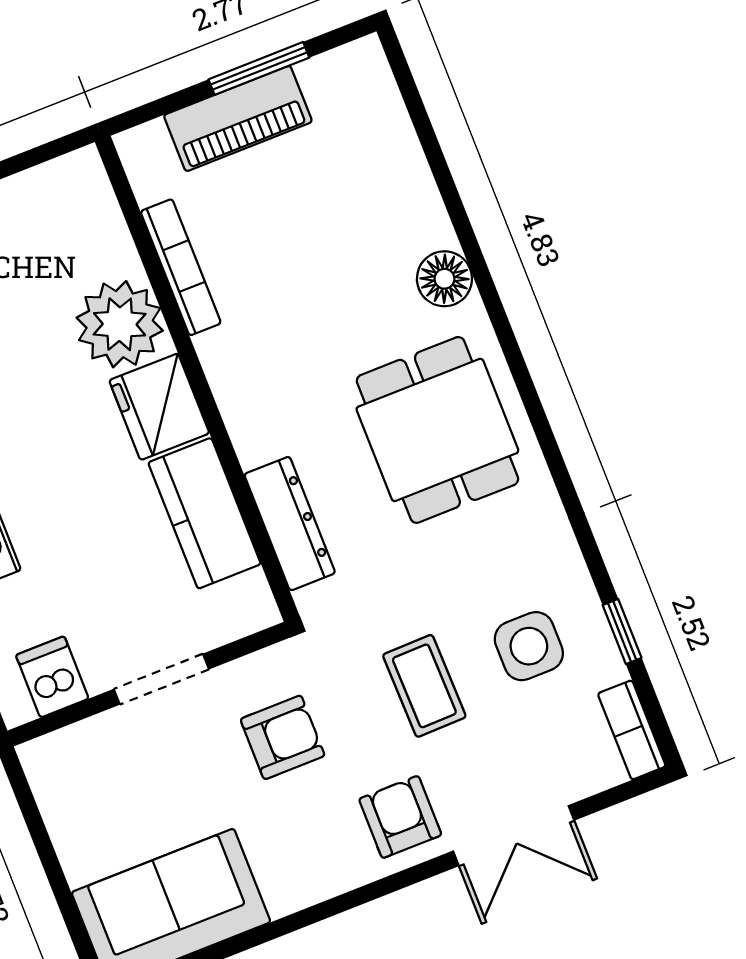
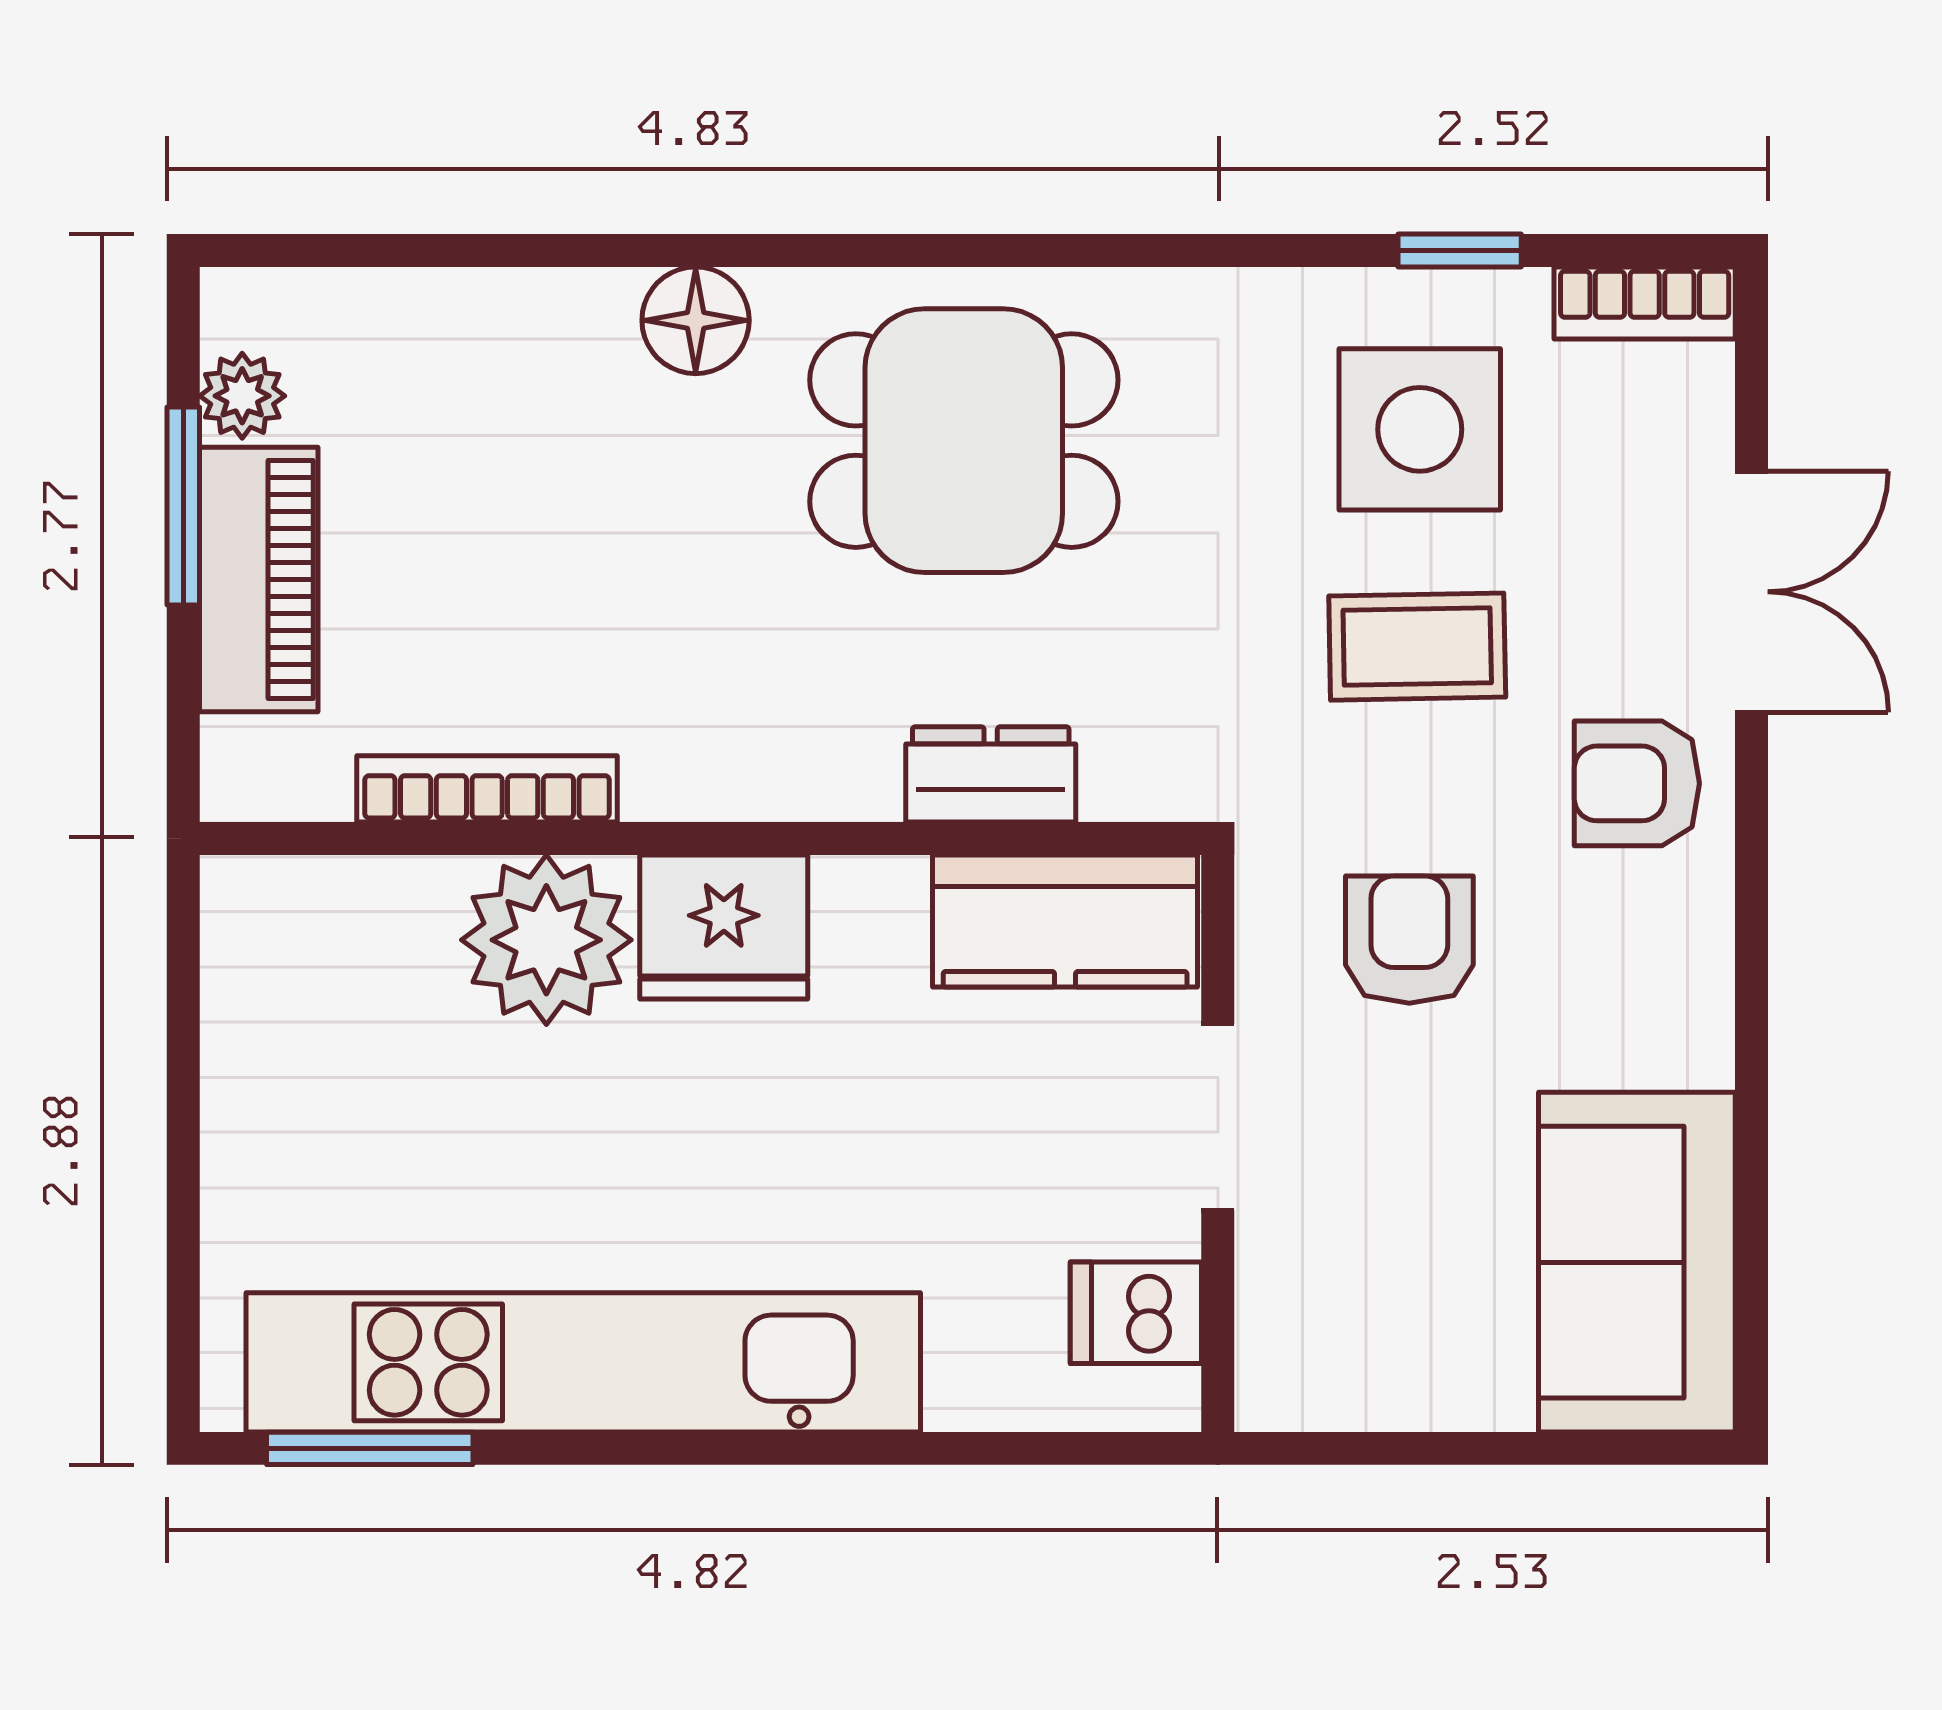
plant: (323, 76) -> (242, 396), added
kitchen counter: (205, 513) -> (1065, 921), moved
dresser: (290, 524) -> (991, 774), width x0.70
side table: (529, 646) -> (1420, 429), width x1.37, depth x1.37

